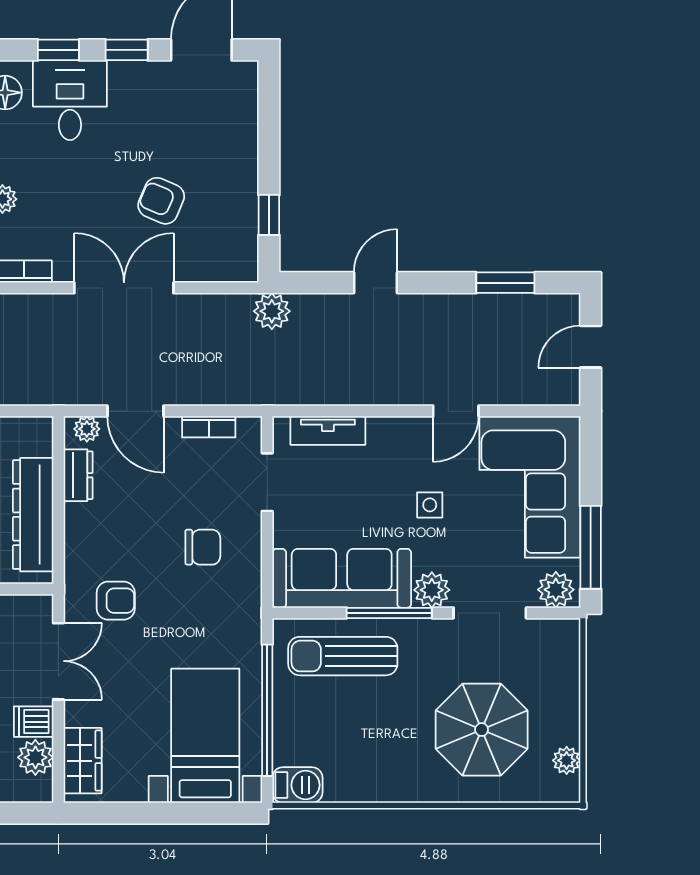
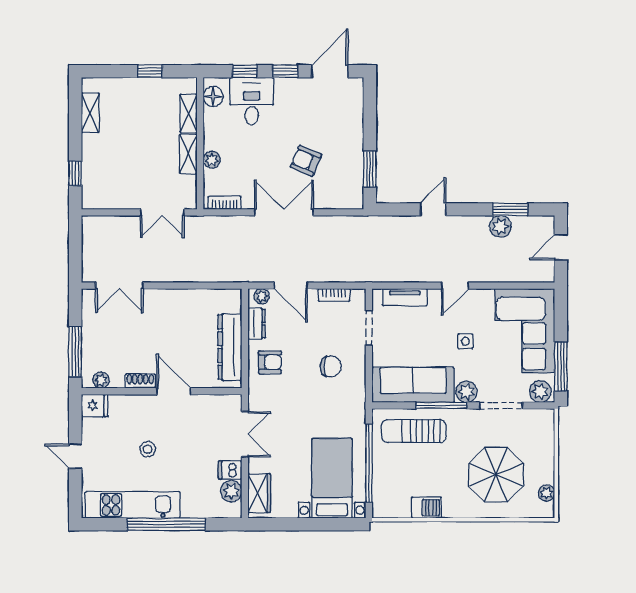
window: (269, 215) -> (370, 169), width x1.50
plant: (272, 311) -> (500, 226), moved
door: (456, 411) -> (455, 286), moved
armchair: (116, 601) -> (270, 362), moved
barbecue: (297, 785) -> (426, 508), moved

